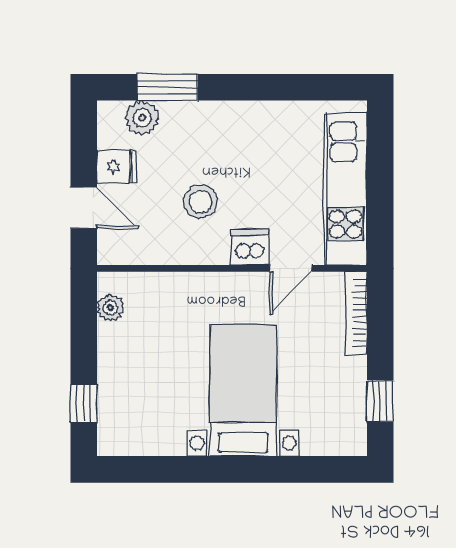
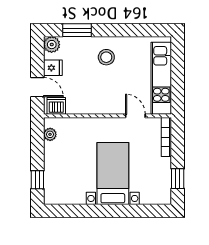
plant: (142, 118) -> (52, 45), moved
stool: (200, 202) -> (106, 57), moved
dishwasher: (250, 247) -> (56, 106), moved
door: (291, 268) -> (135, 116), swing flipped

